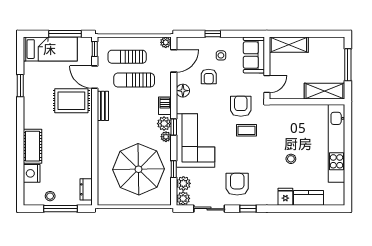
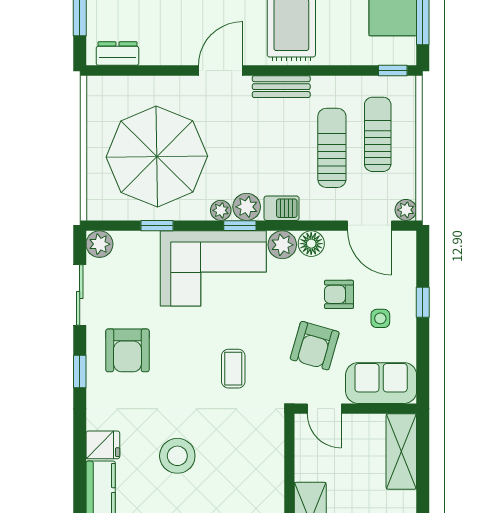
door: (95, 77) -> (221, 71), moved
armchair: (241, 106) -> (315, 346), moved, turned 106
stool: (291, 159) -> (177, 456), width x1.89, depth x1.89
plant: (183, 183) -> (282, 245), moved
armchair: (237, 184) -> (127, 350), turned 90

